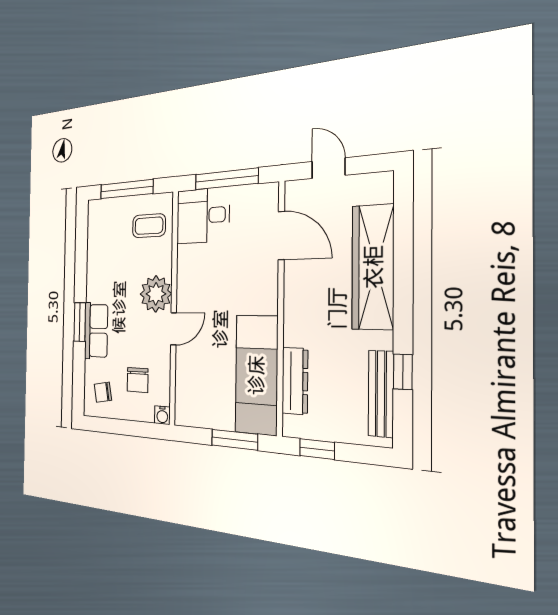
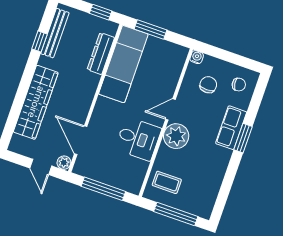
plant: (295, 191) -> (64, 163), added
desk: (203, 216) -> (138, 139), moved

